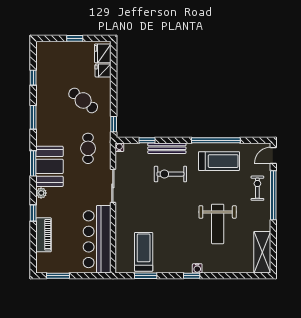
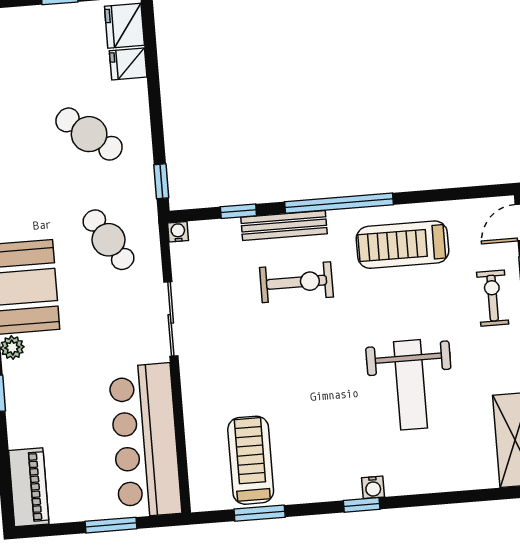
window: (216, 140) -> (339, 203), moved
cafe table: (88, 148) -> (108, 240), turned -32
treadmill: (219, 161) -> (403, 245), turned 180
exercise bike: (170, 174) -> (296, 282), turned 180
piano: (44, 235) -> (29, 487), moved
window: (58, 276) -> (111, 525), moved

